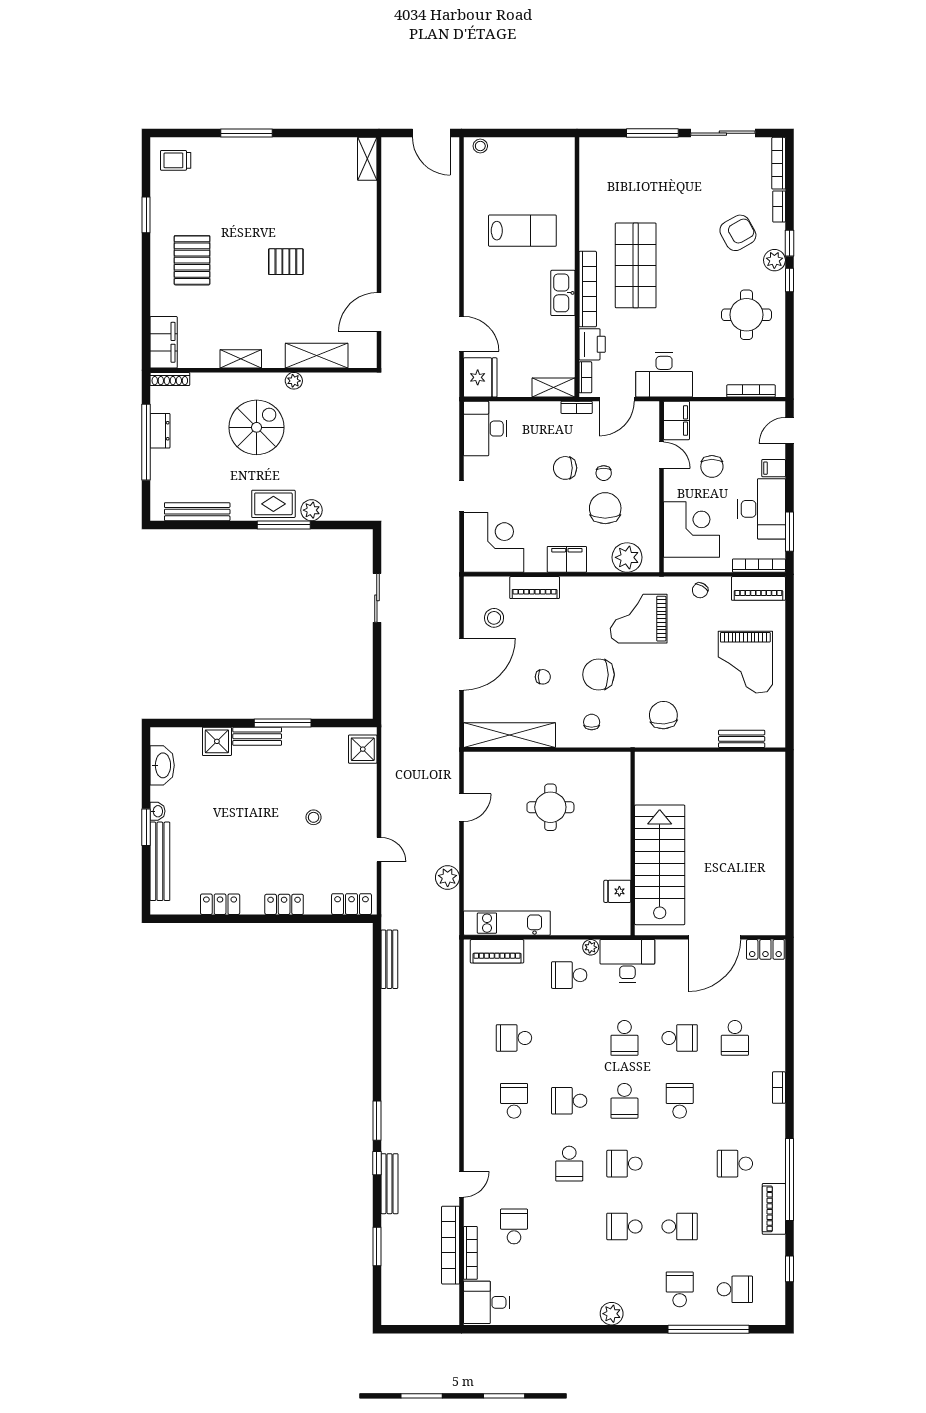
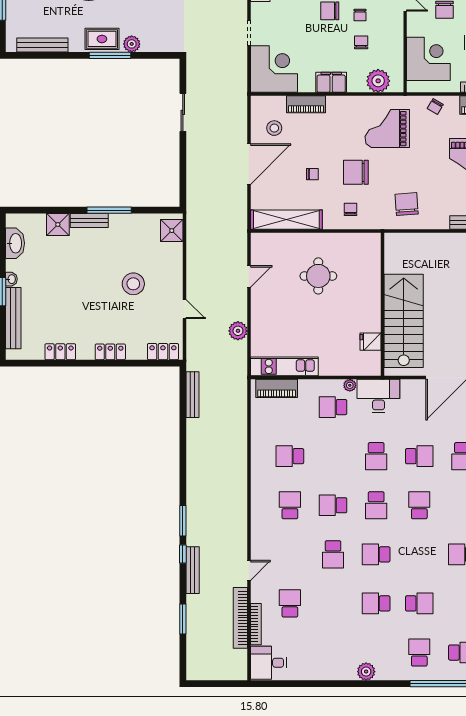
chair: (605, 508) -> (361, 42), width x0.54, depth x0.54
stool: (314, 817) -> (133, 284), width x1.89, depth x1.89

